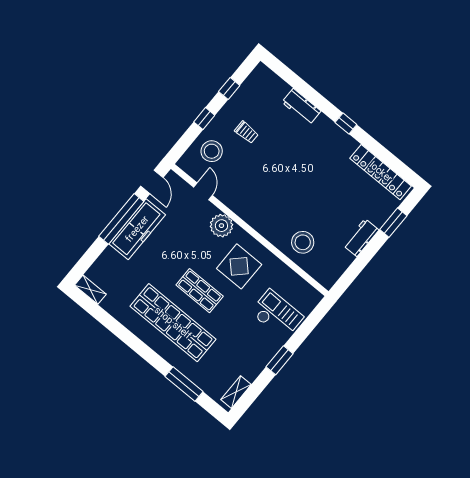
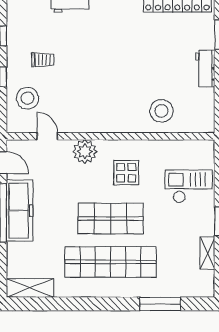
display table: (239, 266) -> (126, 173), width x0.73, depth x0.73
shelving: (90, 290) -> (30, 288), width x1.50, depth x1.33
shop shelf: (200, 291) -> (111, 218), width x1.43, depth x1.36
shelving: (236, 392) -> (207, 253), moved

